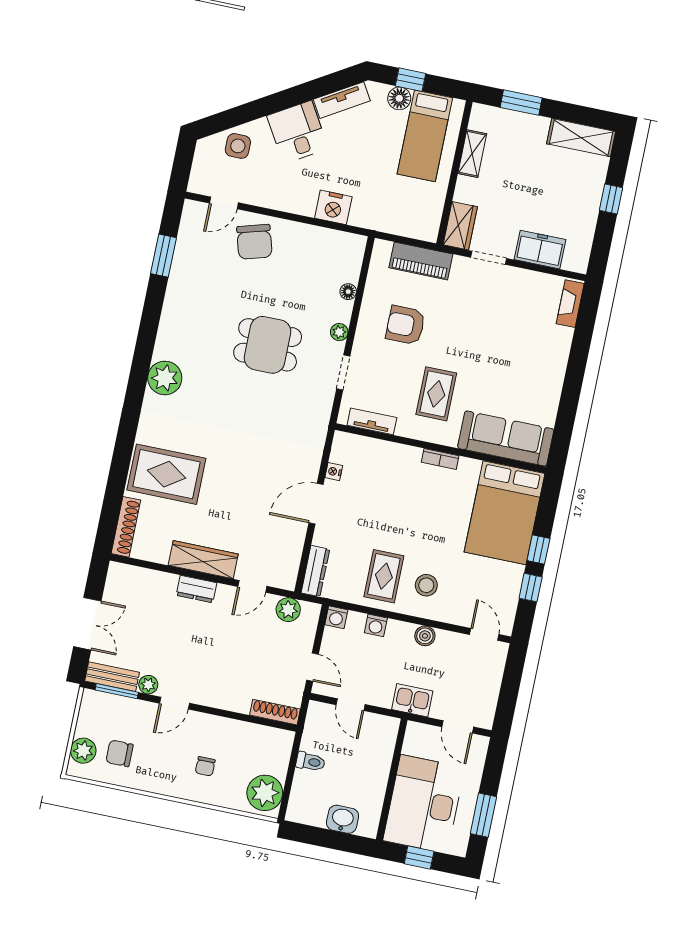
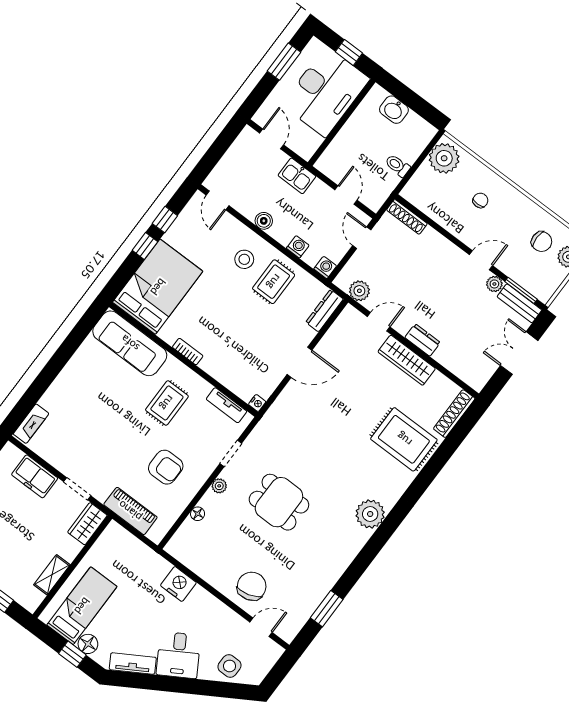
nightstand: (334, 472) -> (257, 403), moved

